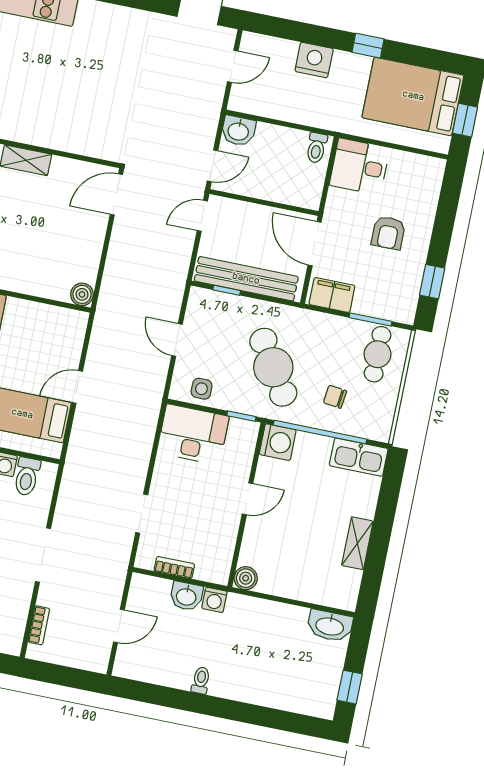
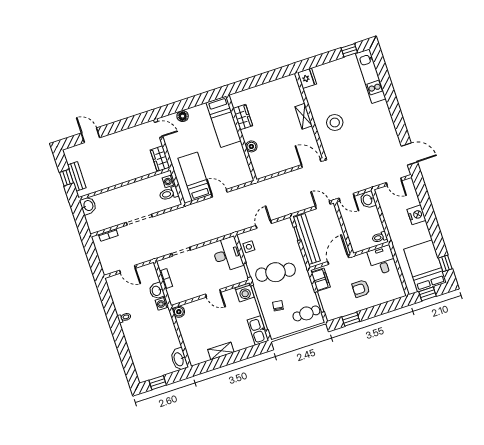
window: (368, 46) -> (445, 263), moved
stool: (68, 111) -> (335, 122), added
boiler: (82, 294) -> (251, 146), moved
cafe table: (273, 367) -> (275, 272), turned 40

